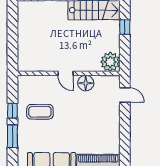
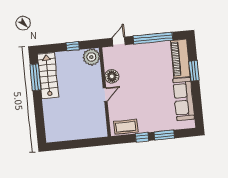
window: (125, 27) -> (73, 46), moved
coffee table: (40, 112) -> (126, 127), moved, turned 90
window: (125, 135) -> (153, 38), added

